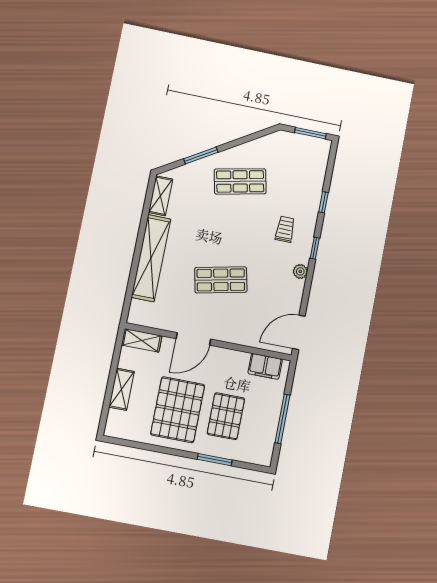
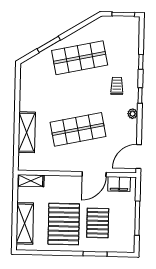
shop shelf: (240, 181) -> (80, 58), width x1.43, depth x1.36
shelving: (161, 196) -> (26, 78), removed
shelving: (151, 258) -> (27, 132), width x0.68
shop shelf: (221, 280) -> (78, 129), width x1.43, depth x1.36
door: (193, 339) -> (94, 174), moved
shelving: (122, 389) -> (25, 223), width x1.50, depth x1.33

